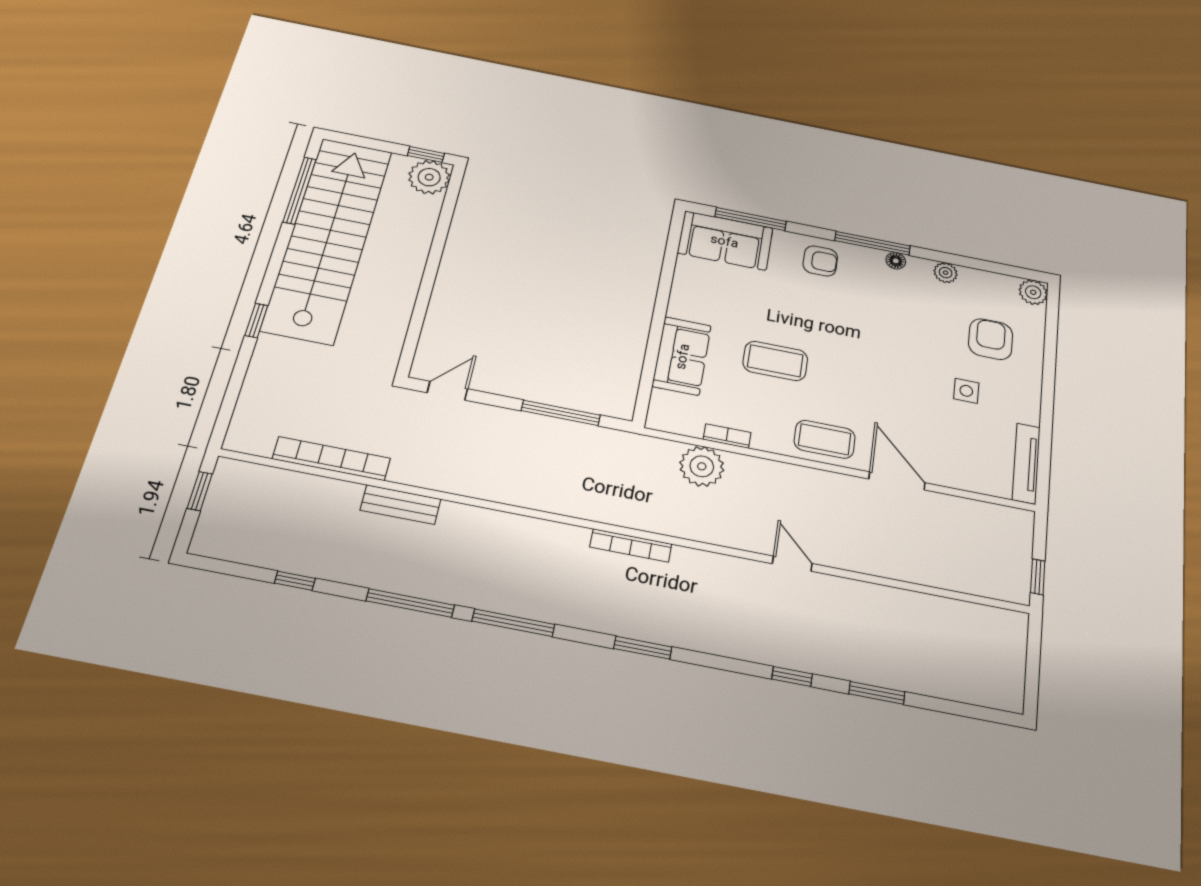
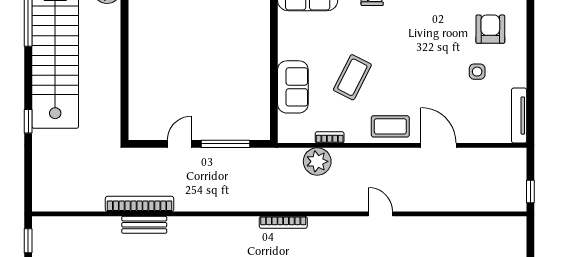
coffee table: (775, 361) -> (352, 77), turned -63
door: (447, 391) -> (179, 144), moved
bookcase: (331, 459) -> (140, 204), moved

